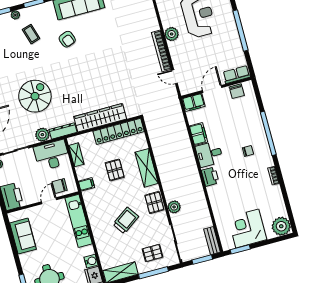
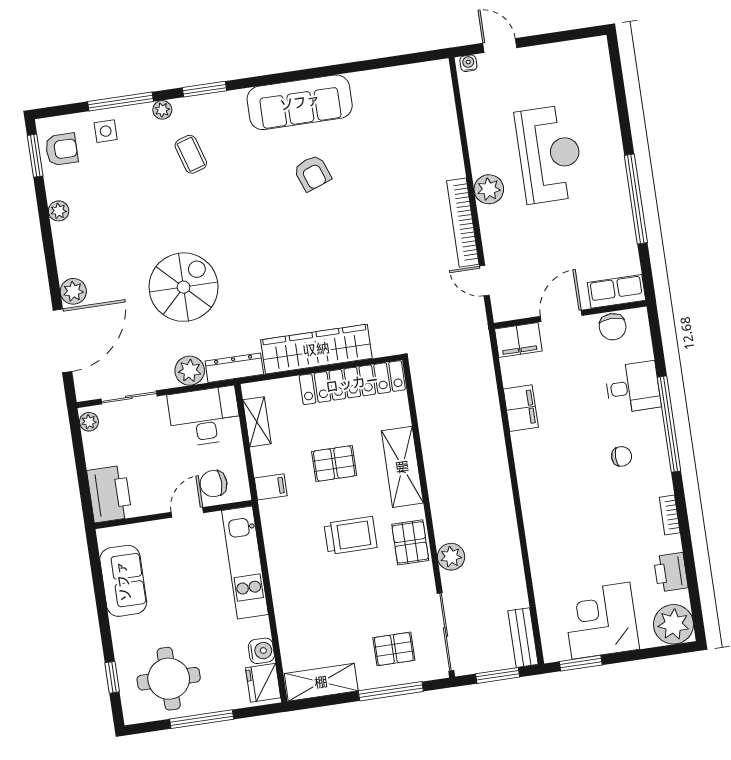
armchair: (67, 39) -> (312, 173), moved
desk: (209, 154) -> (633, 387), moved, turned 180
pallet: (115, 170) -> (334, 464), turned 90
printer: (210, 177) -> (671, 572), moved, turned 180
trolley: (126, 220) -> (350, 536), moved, turned 35

